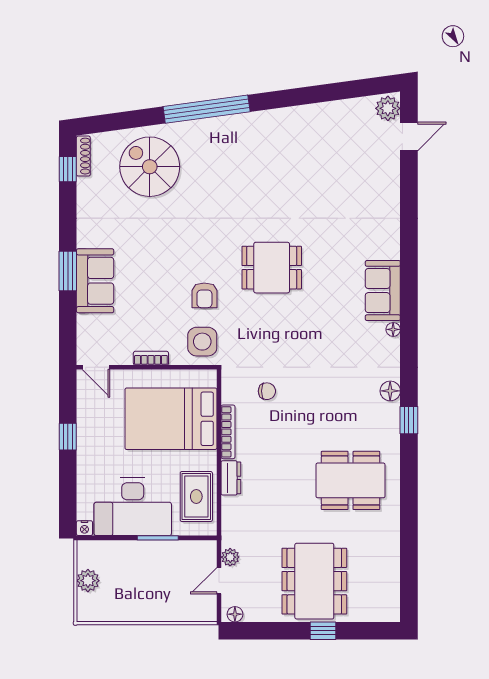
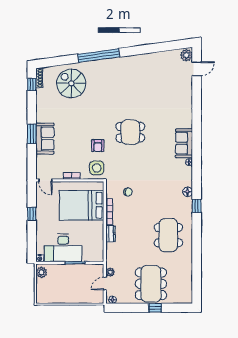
dining table: (351, 480) -> (168, 235), turned 90
rug: (196, 497) -> (94, 243), removed
plant: (88, 581) -> (41, 272), moved

